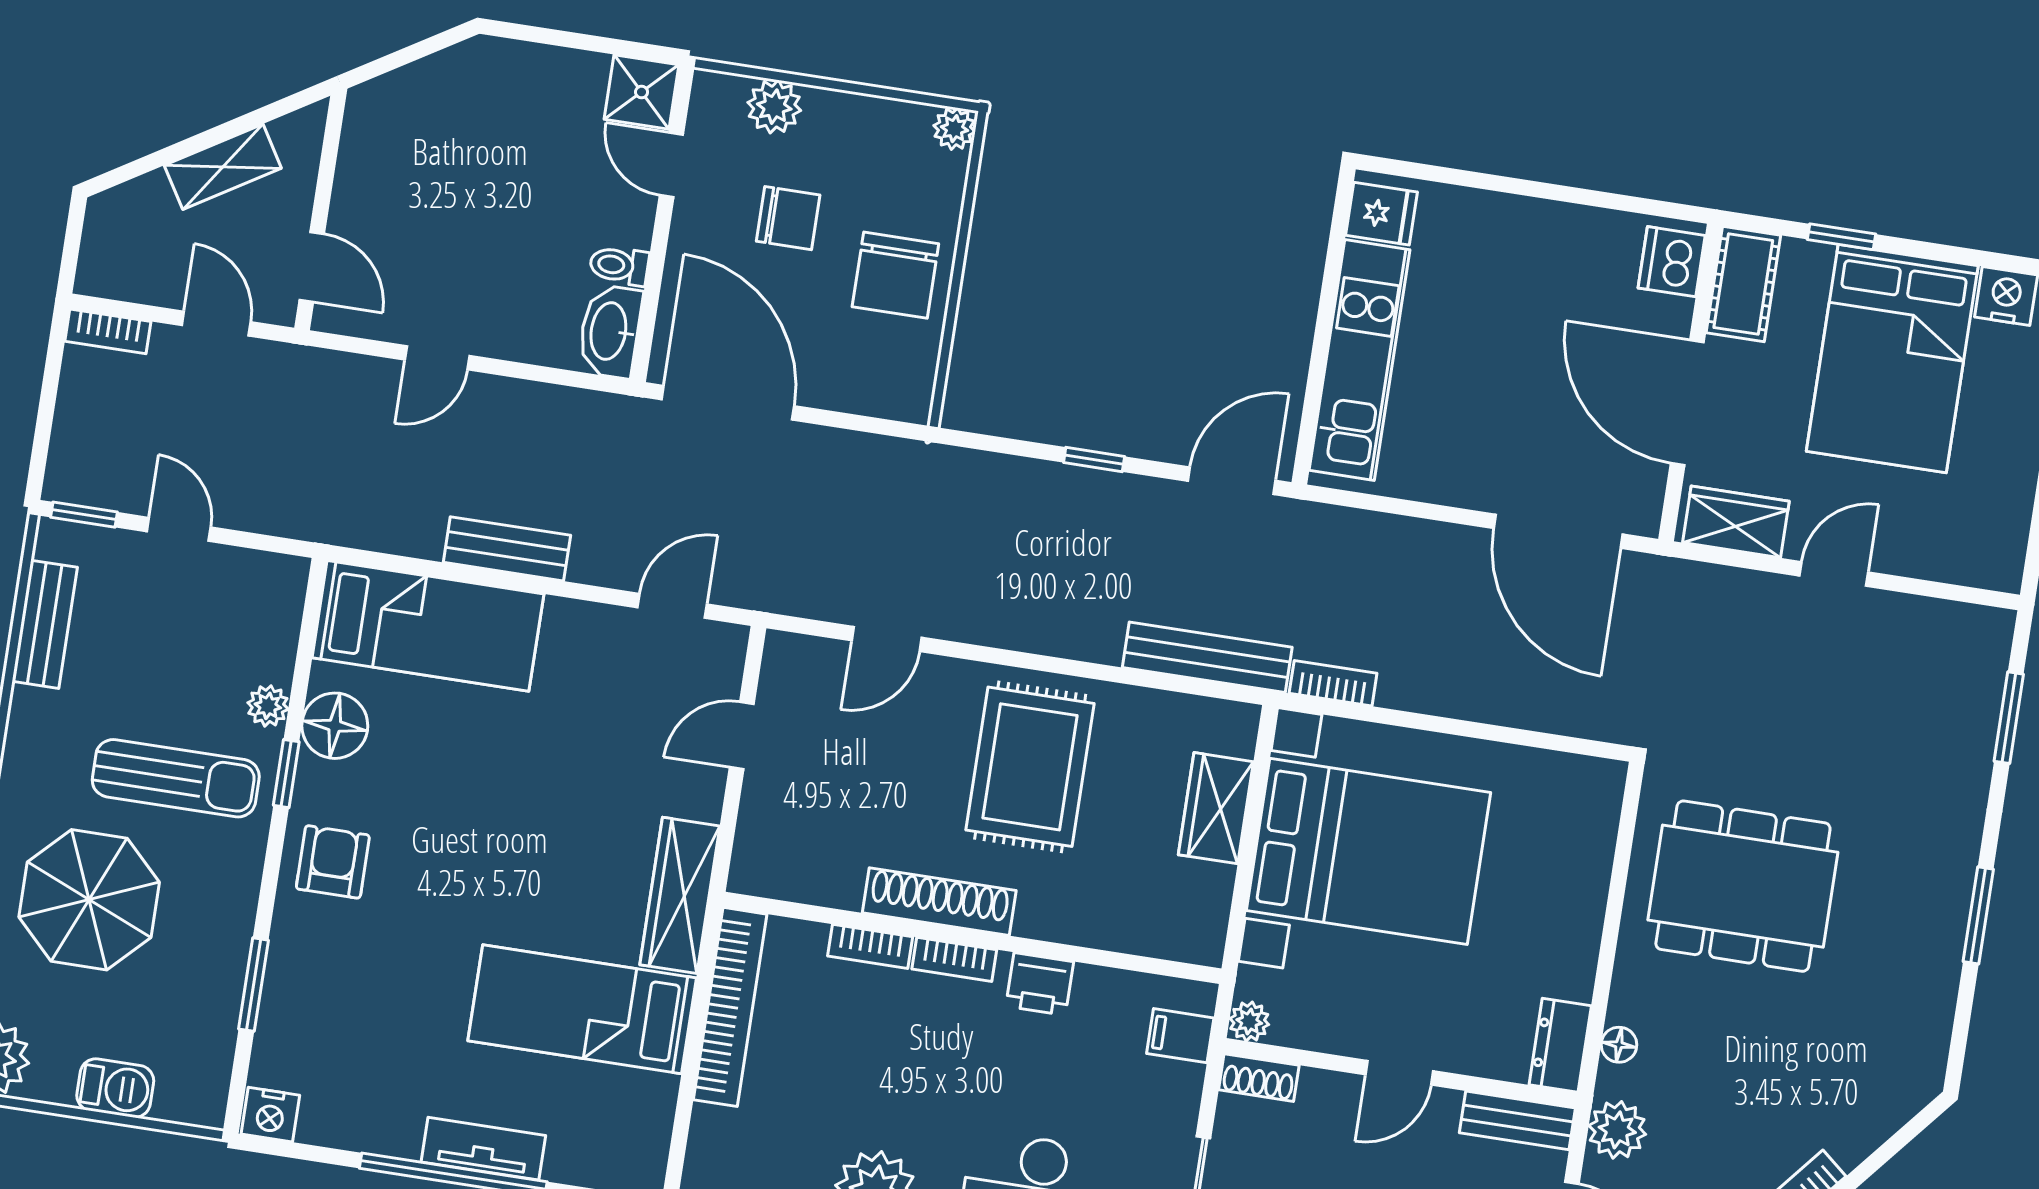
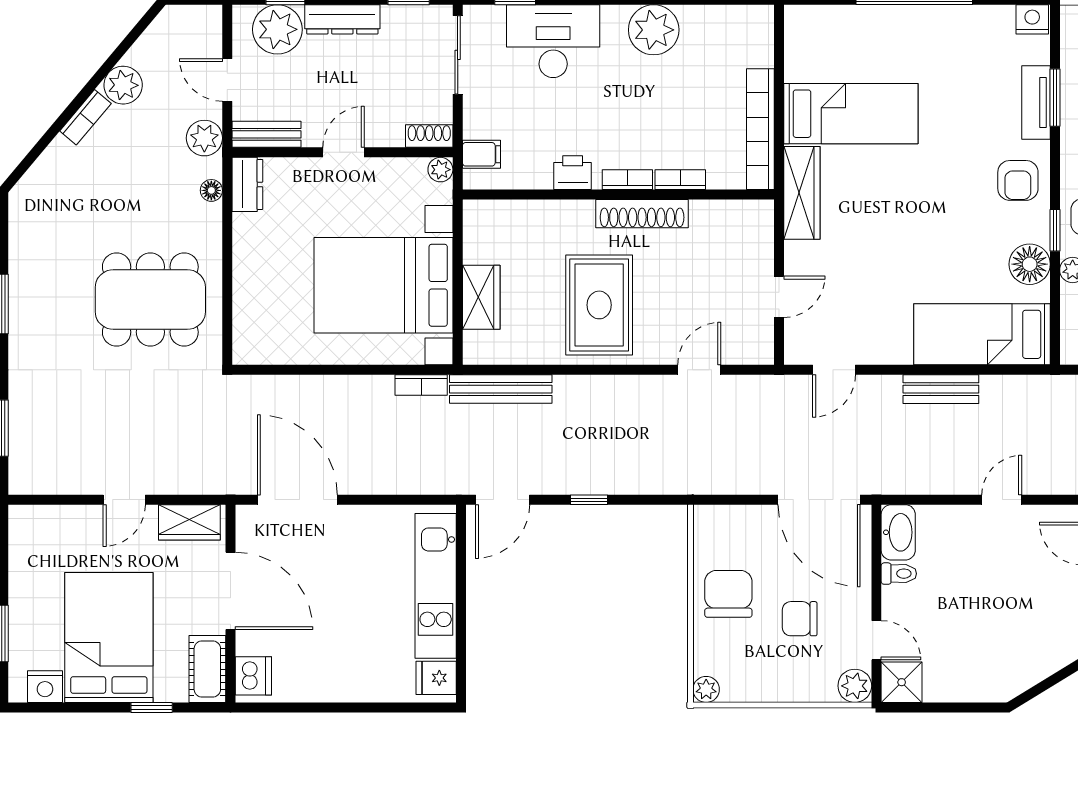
plant: (774, 107) -> (855, 686), moved
tv unit: (483, 1149) -> (1036, 103), moved, turned 90

